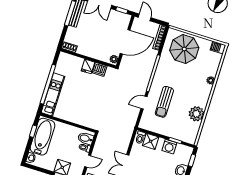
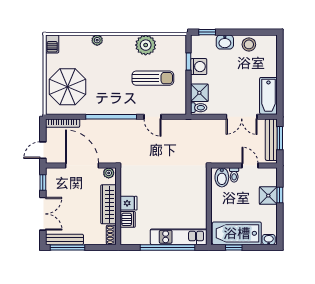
wardrobe: (92, 52) -> (108, 204), added
dishwasher: (100, 69) -> (128, 219), moved
sun lounger: (164, 102) -> (153, 78), moved

